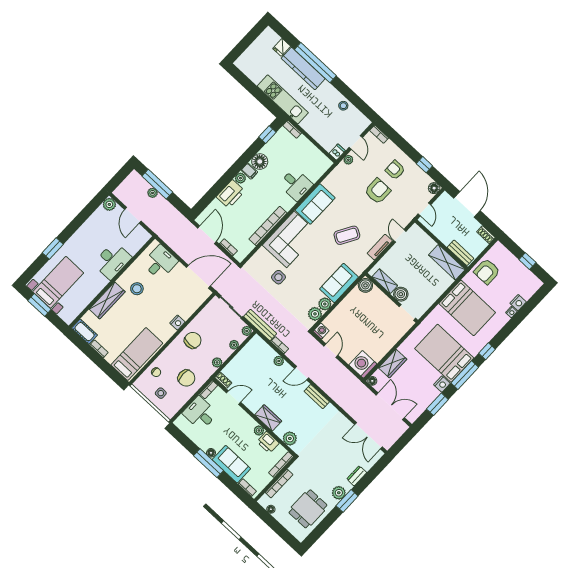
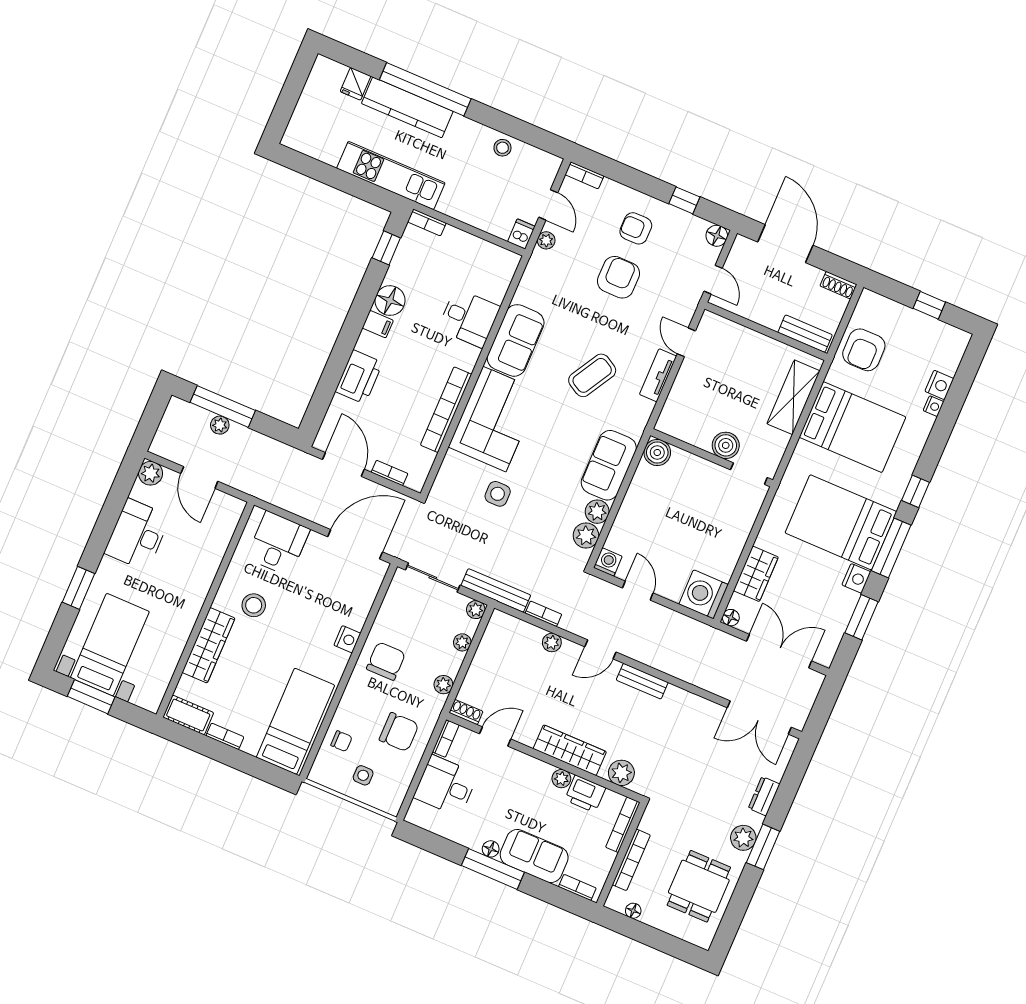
plant: (240, 178) -> (366, 343), removed
desk: (112, 261) -> (137, 535), moved, turned 180
shelving: (447, 262) -> (793, 397), moved, turned 90
shelving: (385, 281) -> (689, 433), removed
wardrobe: (268, 418) -> (570, 750), width x1.50

